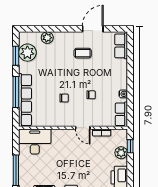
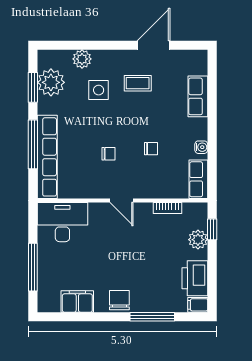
row of seats: (121, 46) -> (198, 96), moved
side table: (58, 57) -> (99, 90), added
door: (83, 128) -> (122, 200), moved

